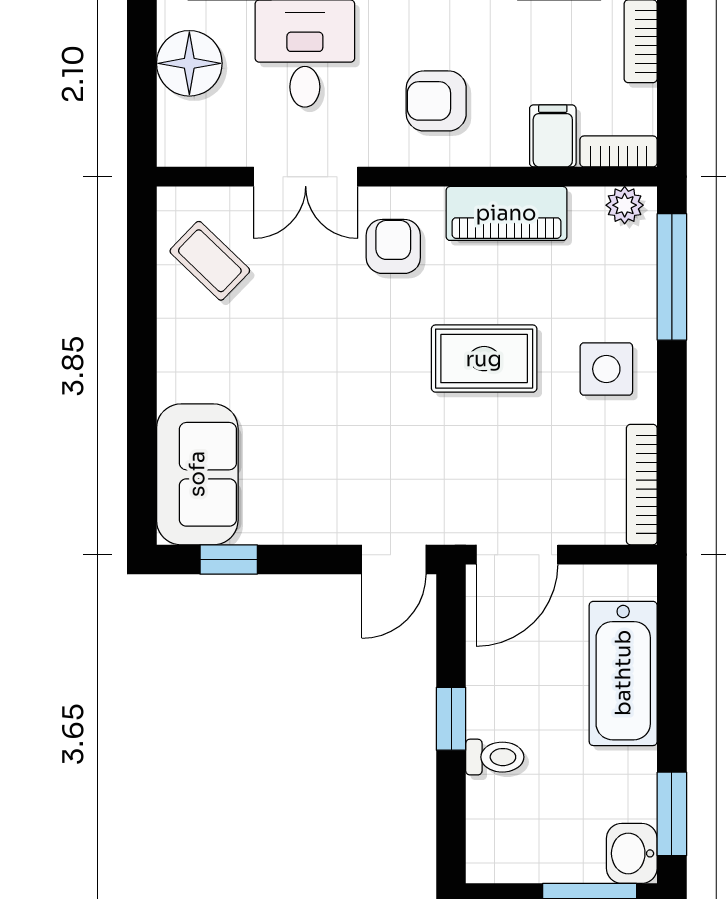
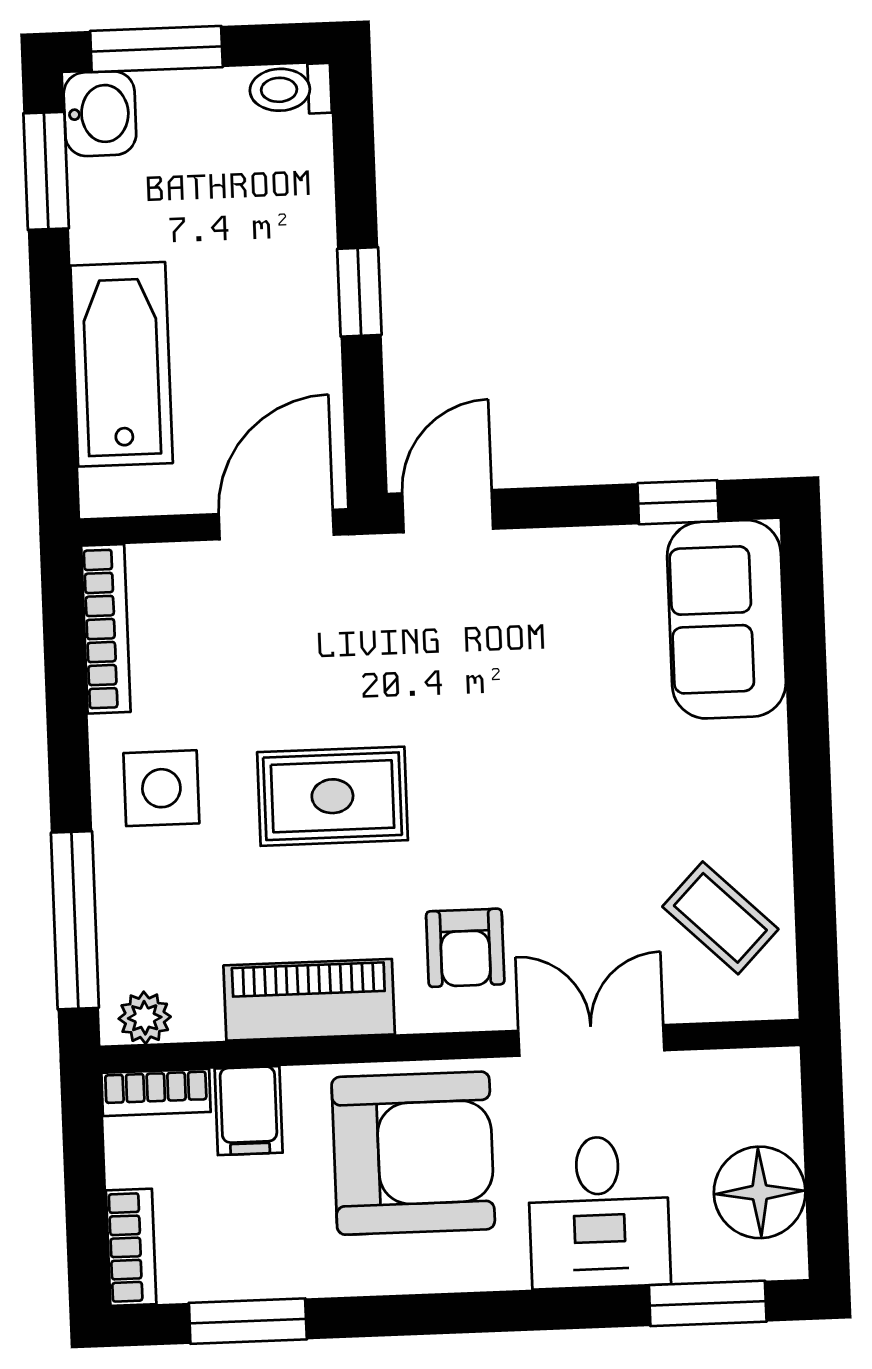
armchair: (436, 101) -> (413, 1153), width x1.88, depth x1.88
toilet: (495, 757) -> (290, 89), moved

